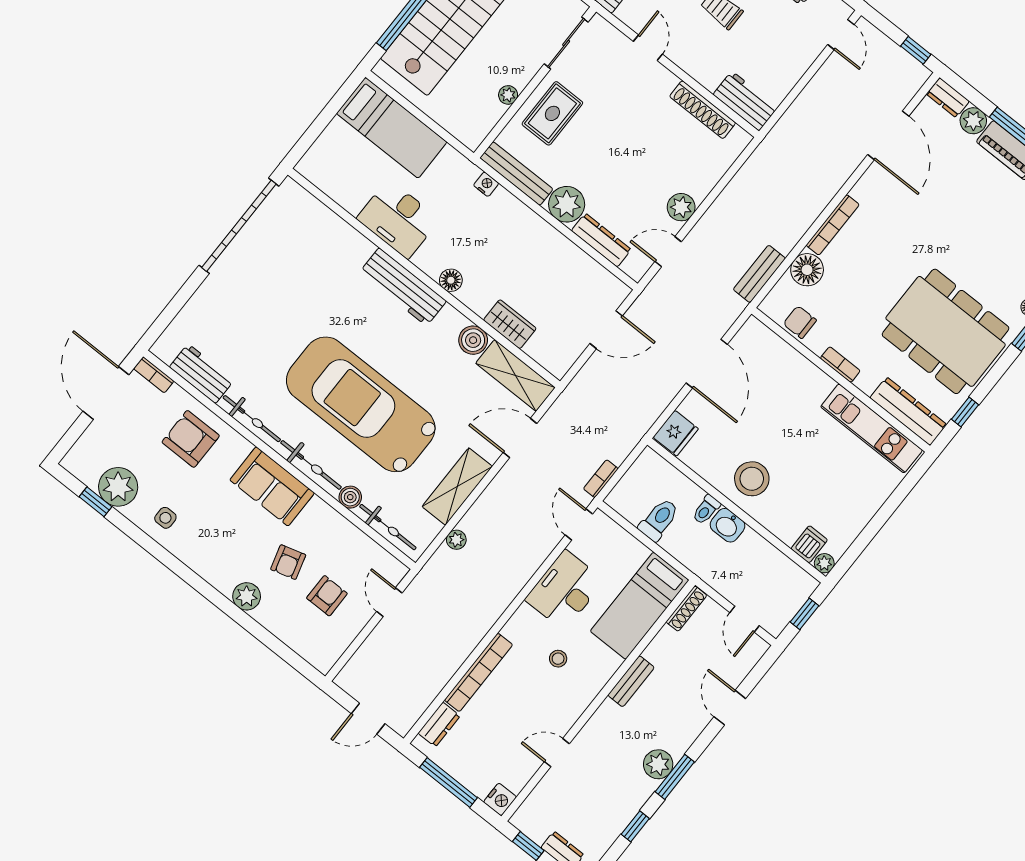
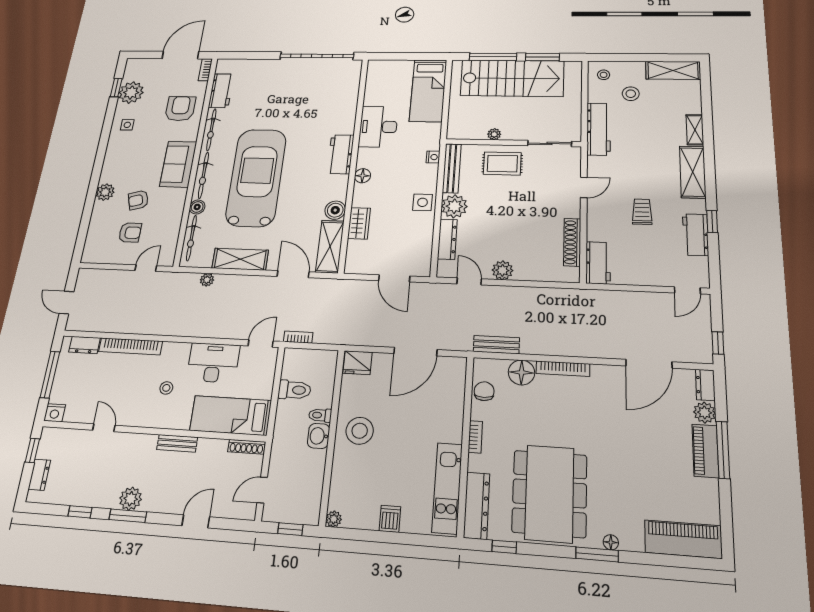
side table: (536, 236) -> (422, 202), added
workbench: (403, 287) -> (341, 154), width x0.73
dishwasher: (809, 544) -> (390, 519), moved, turned -90

